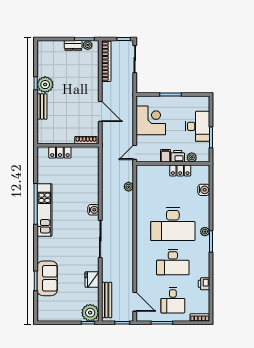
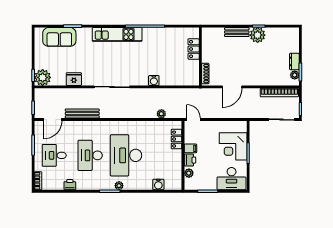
corner desk: (151, 120) -> (233, 146), moved, turned 90
desk: (198, 126) -> (232, 179), moved
locker: (180, 171) -> (176, 139), moved
kitchen unit: (44, 210) -> (117, 34), moved
water cooler: (93, 210) -> (154, 81), moved
sofa: (47, 278) -> (59, 37), moved
bench: (107, 300) -> (82, 114), moved

